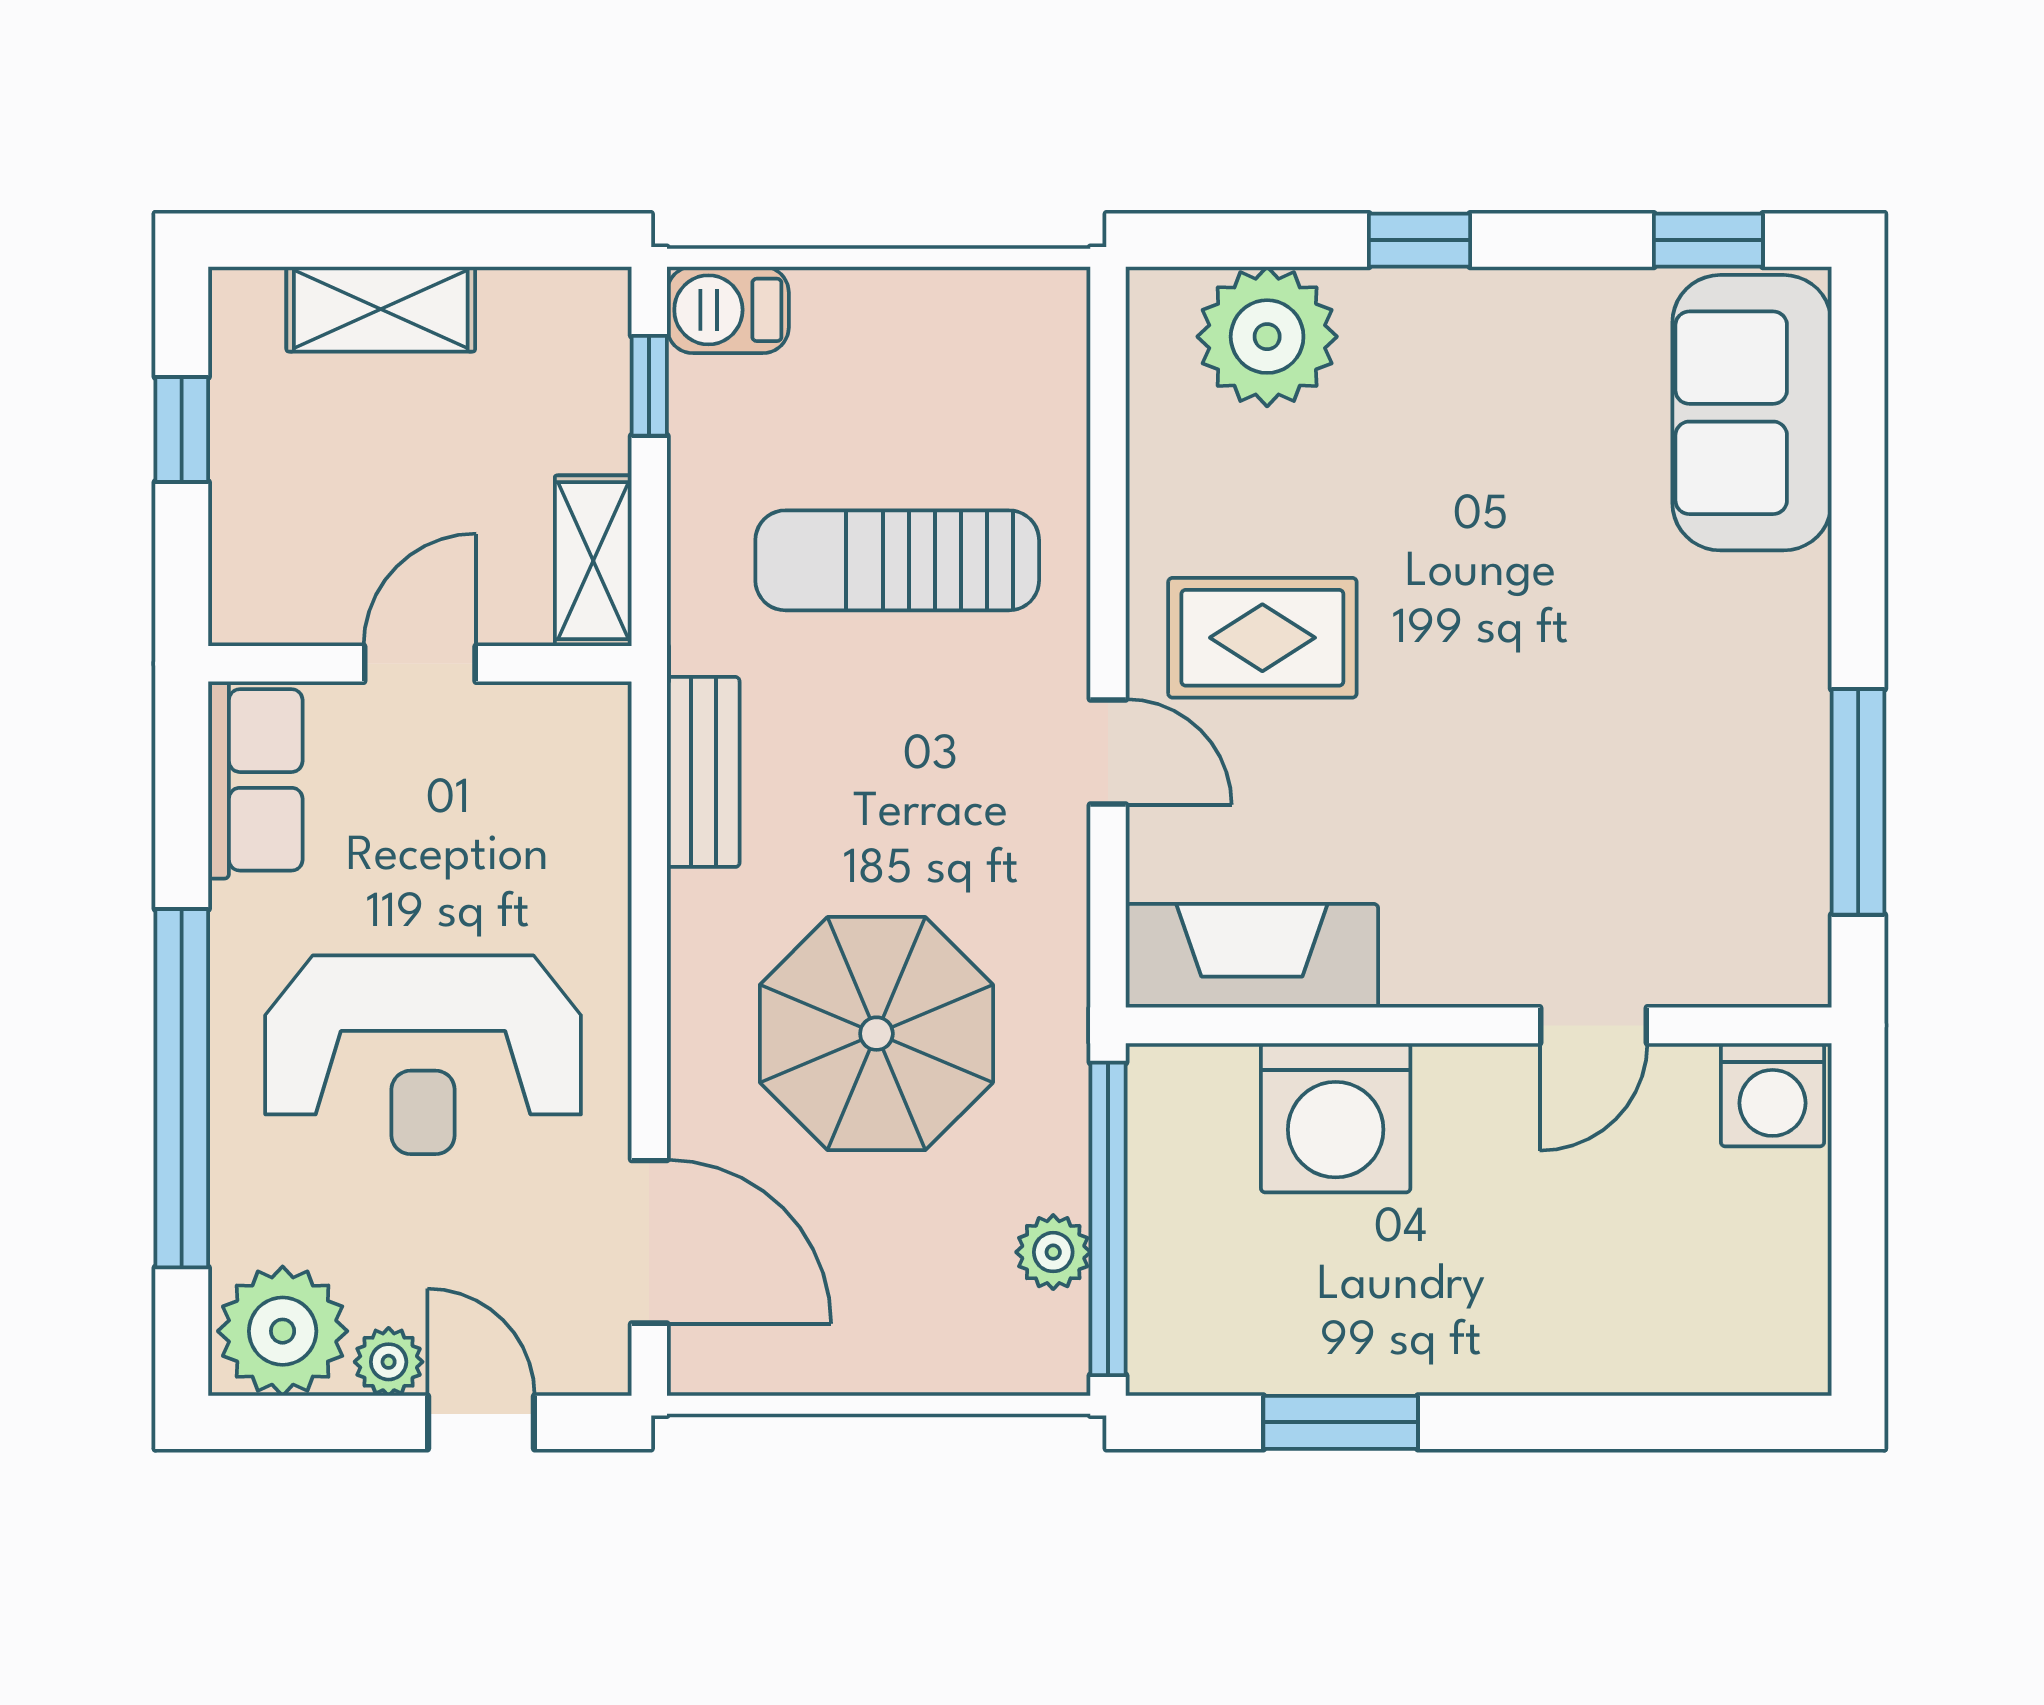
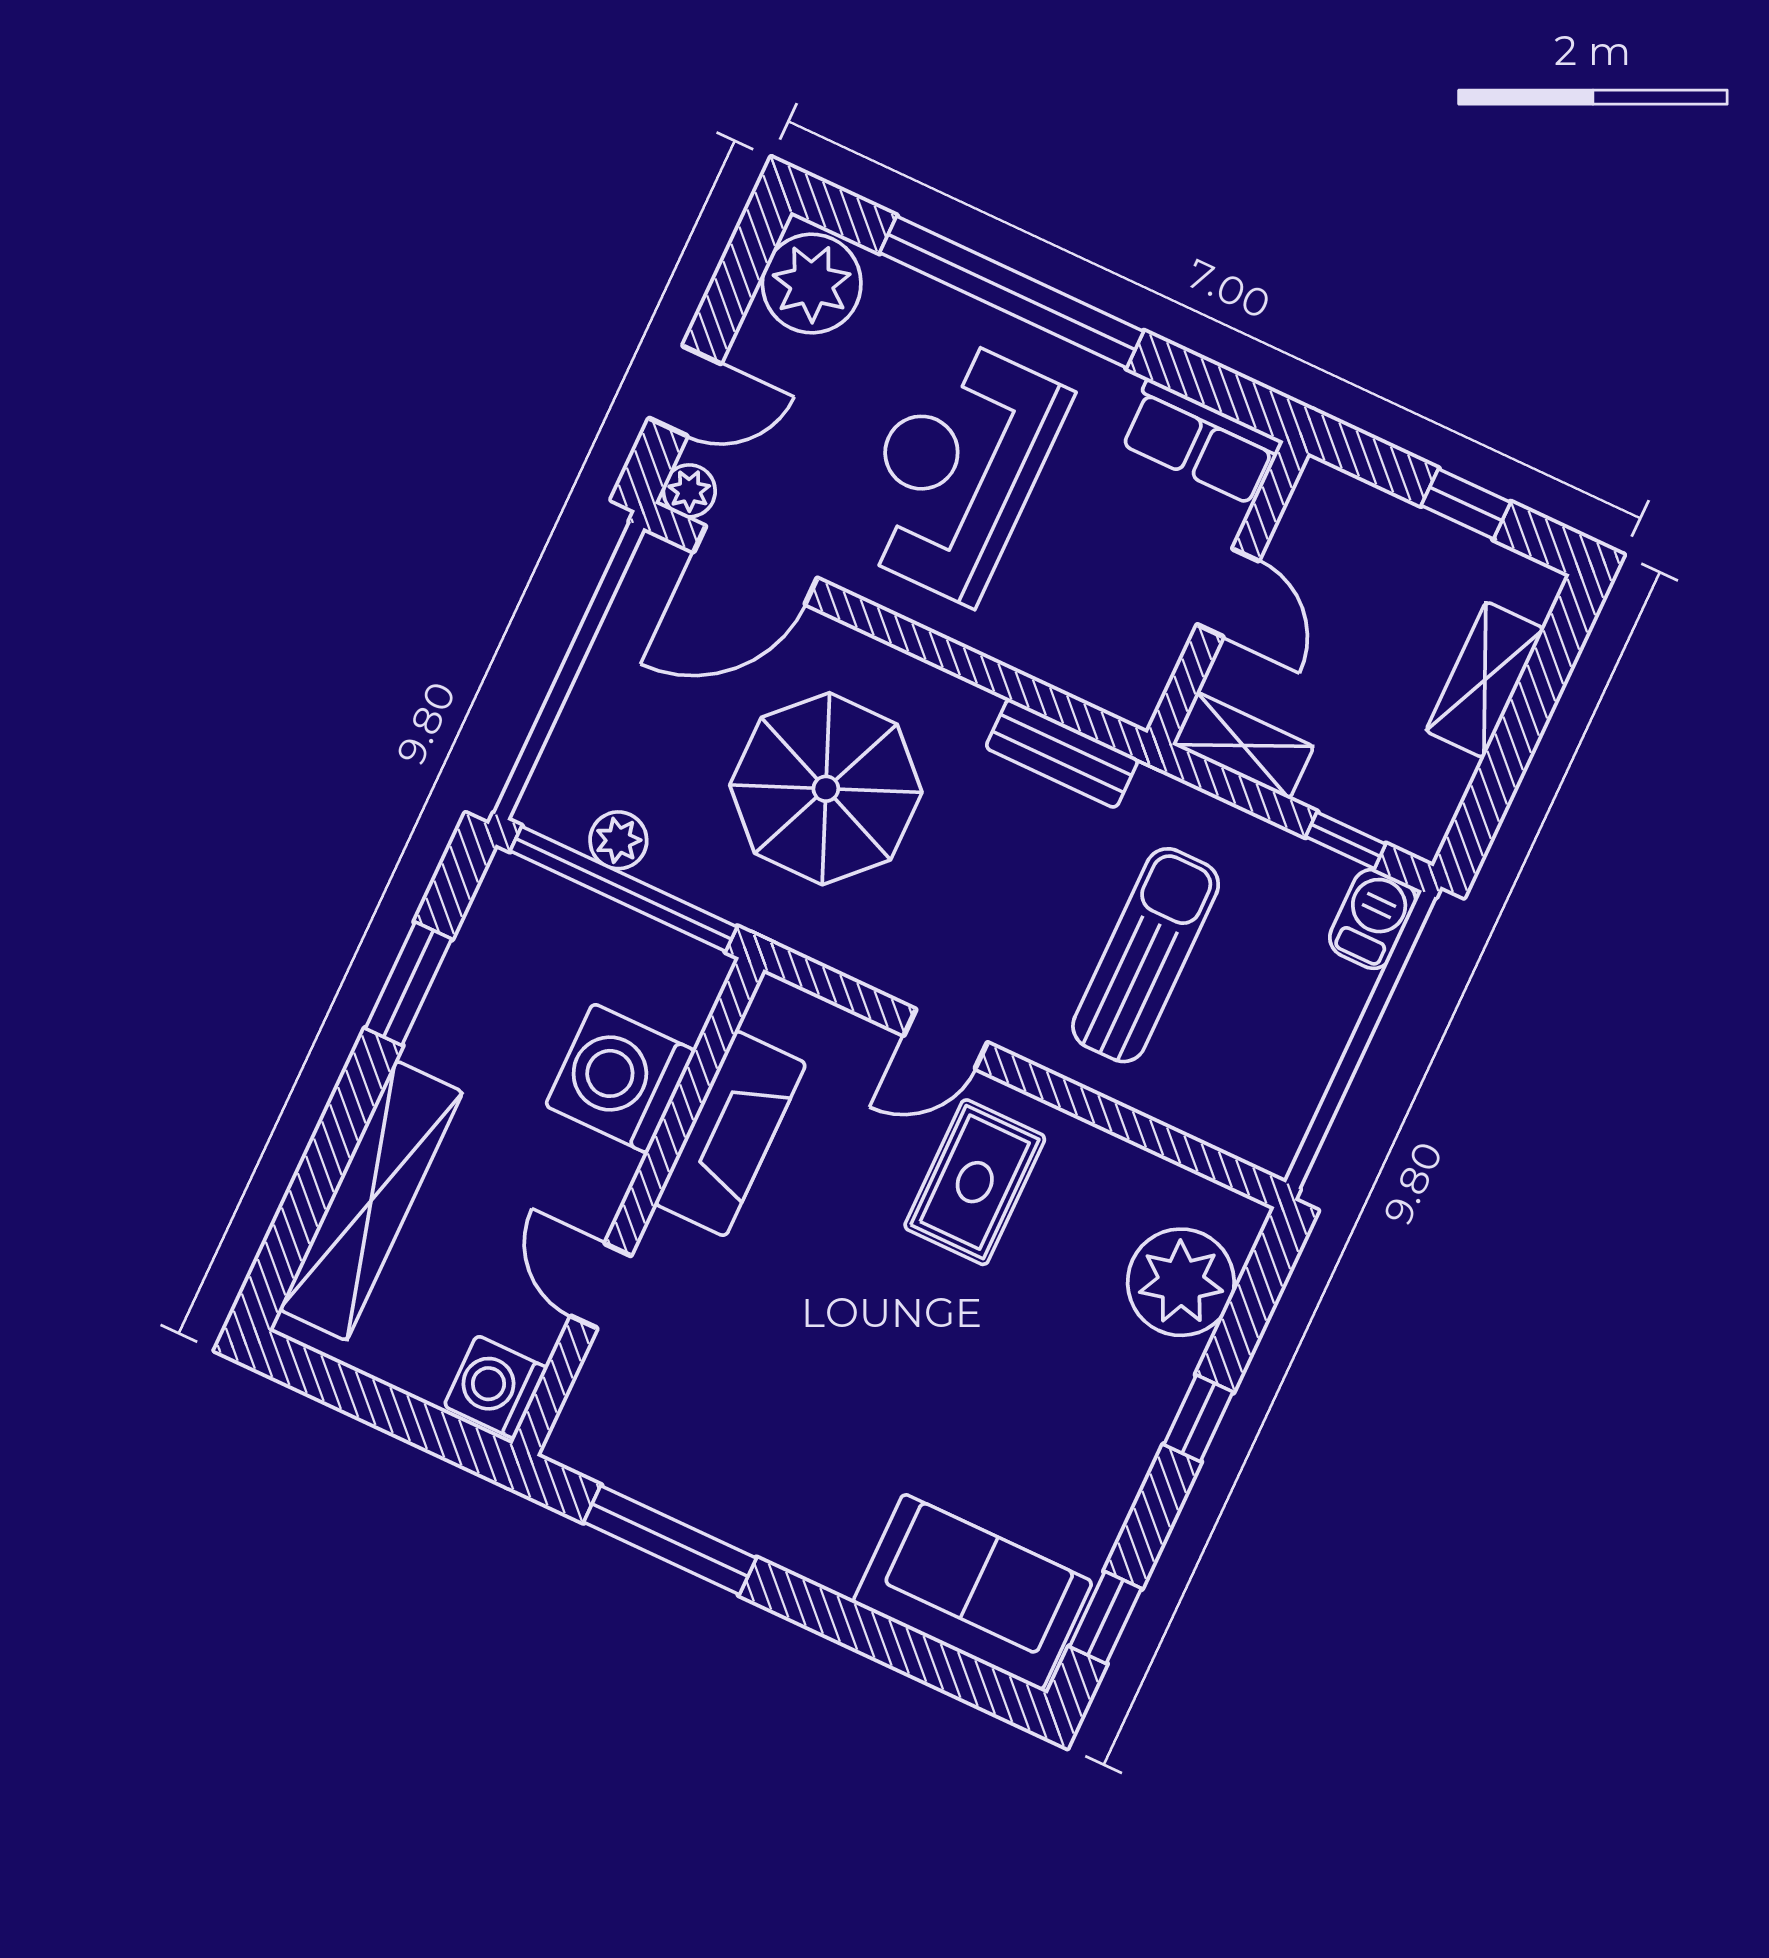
fireplace: (1252, 956) -> (730, 1134), moved
shelving: (1620, 1347) -> (371, 1201), added
plant: (389, 1362) -> (689, 491), moved

